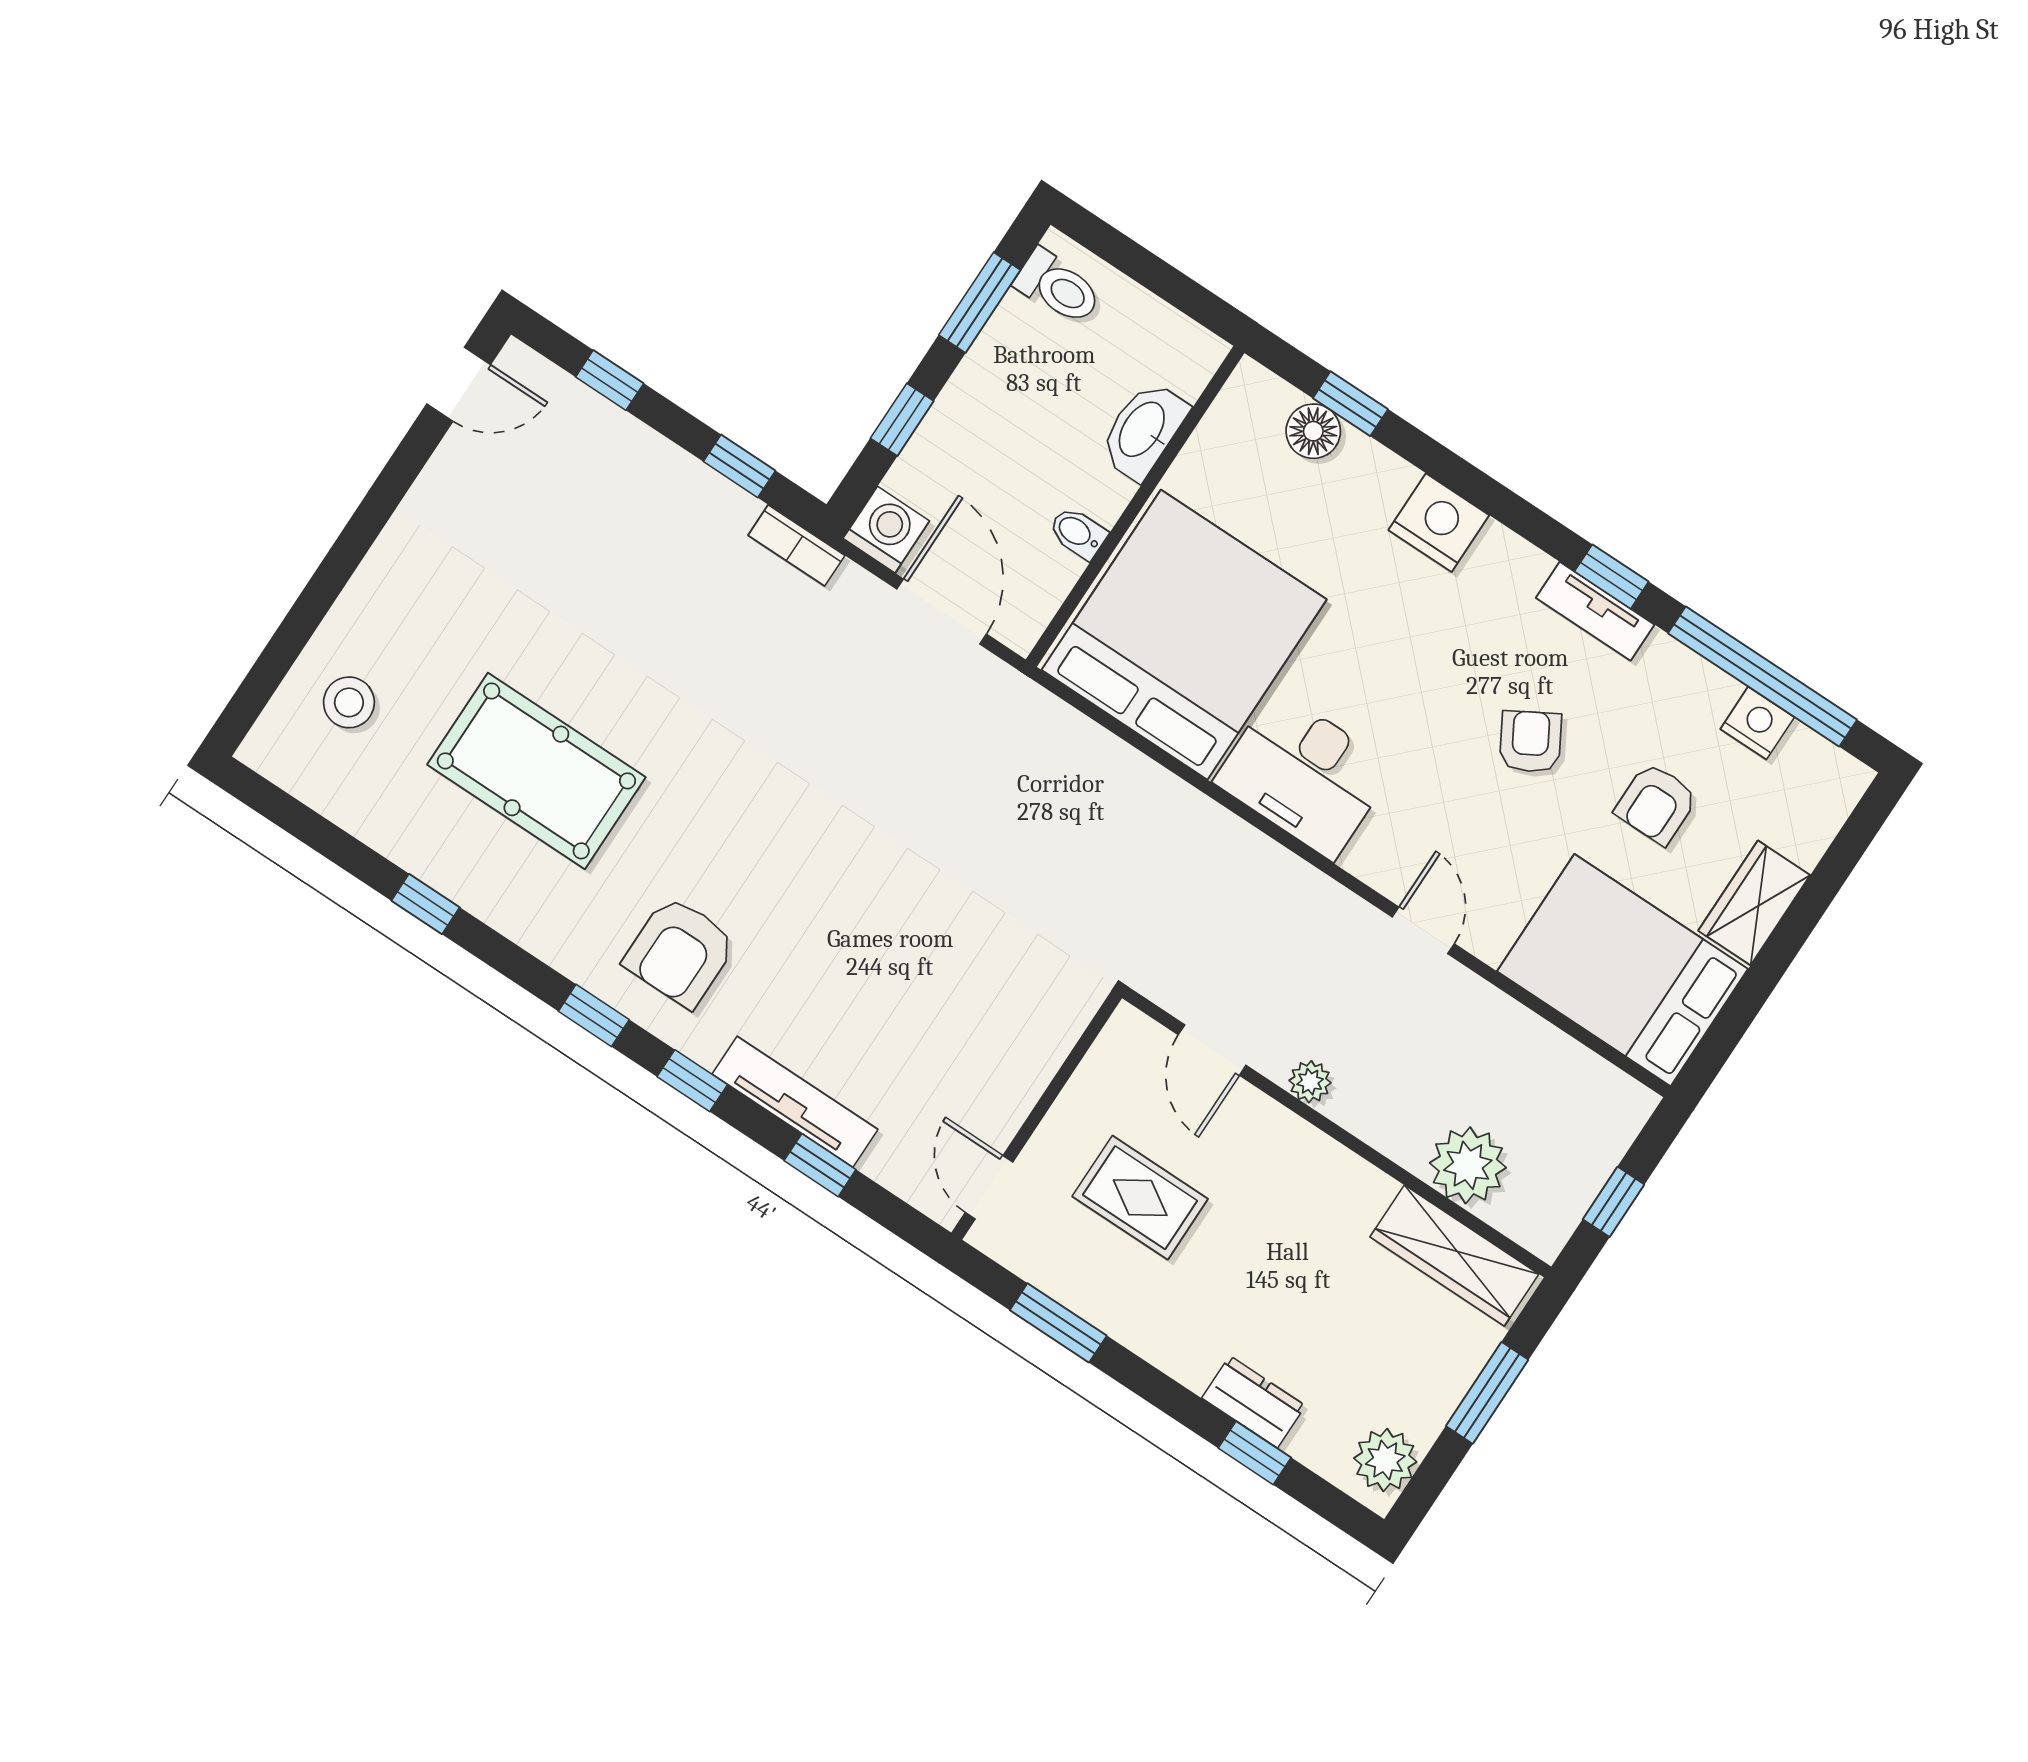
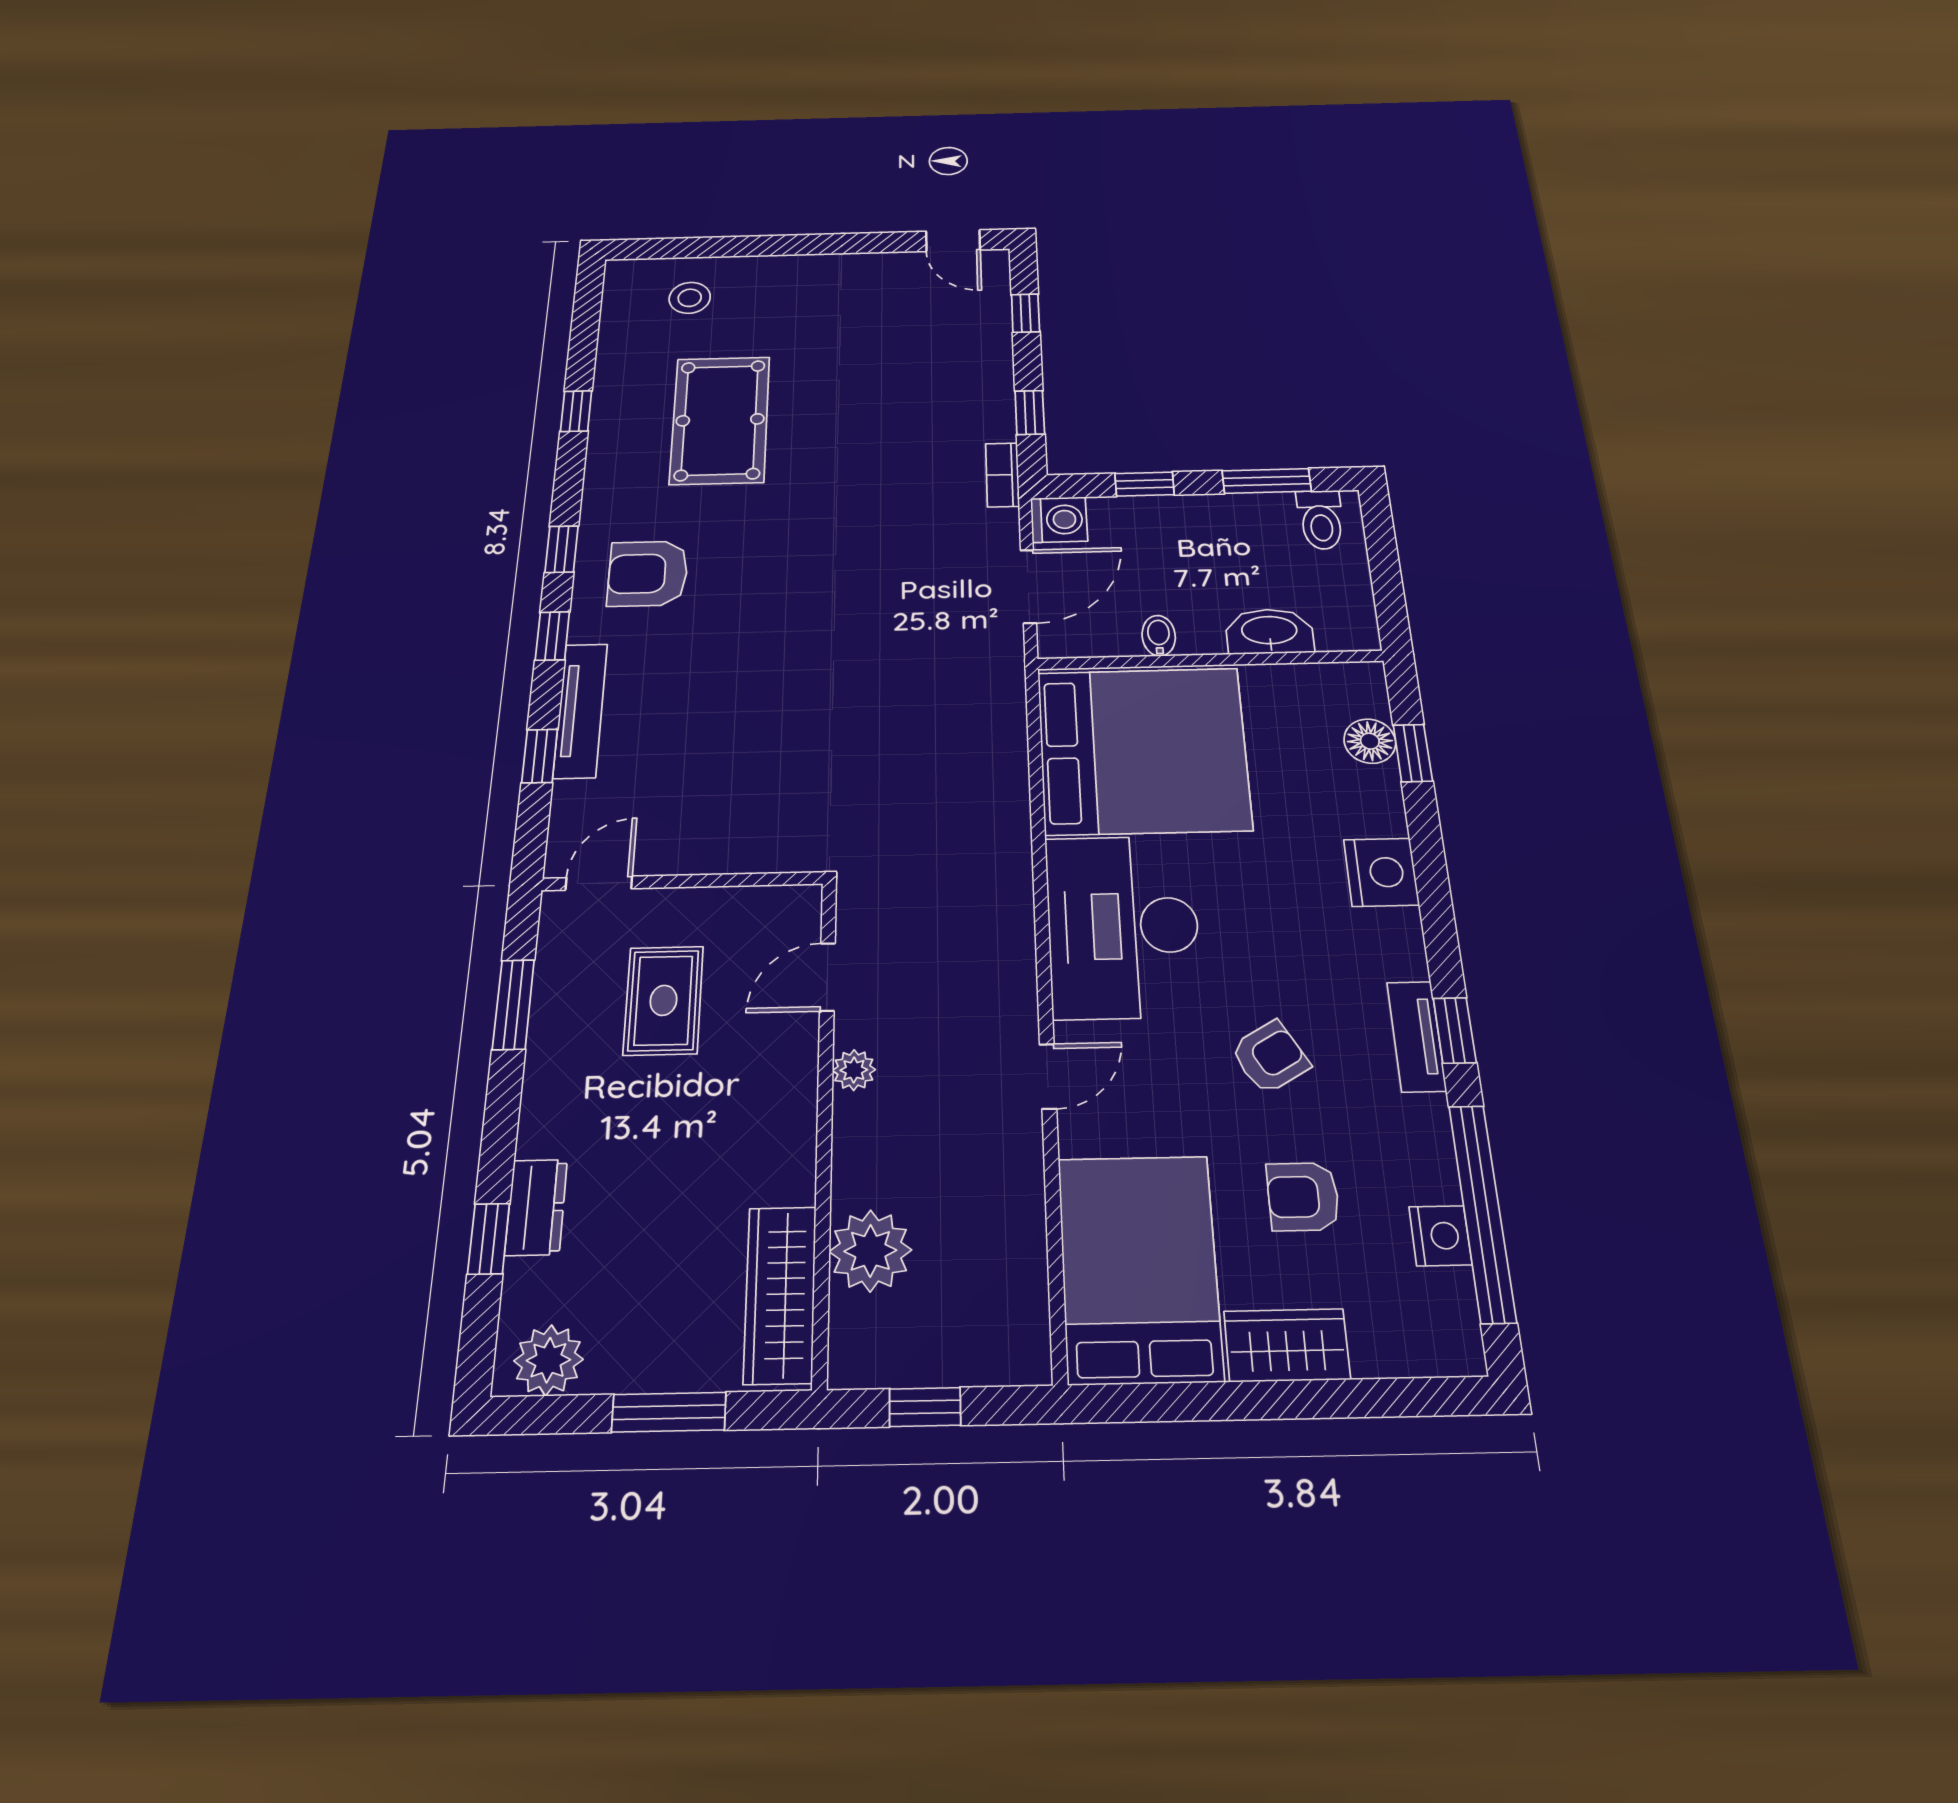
desk: (1304, 775) -> (1123, 926), width x1.36, depth x1.30

